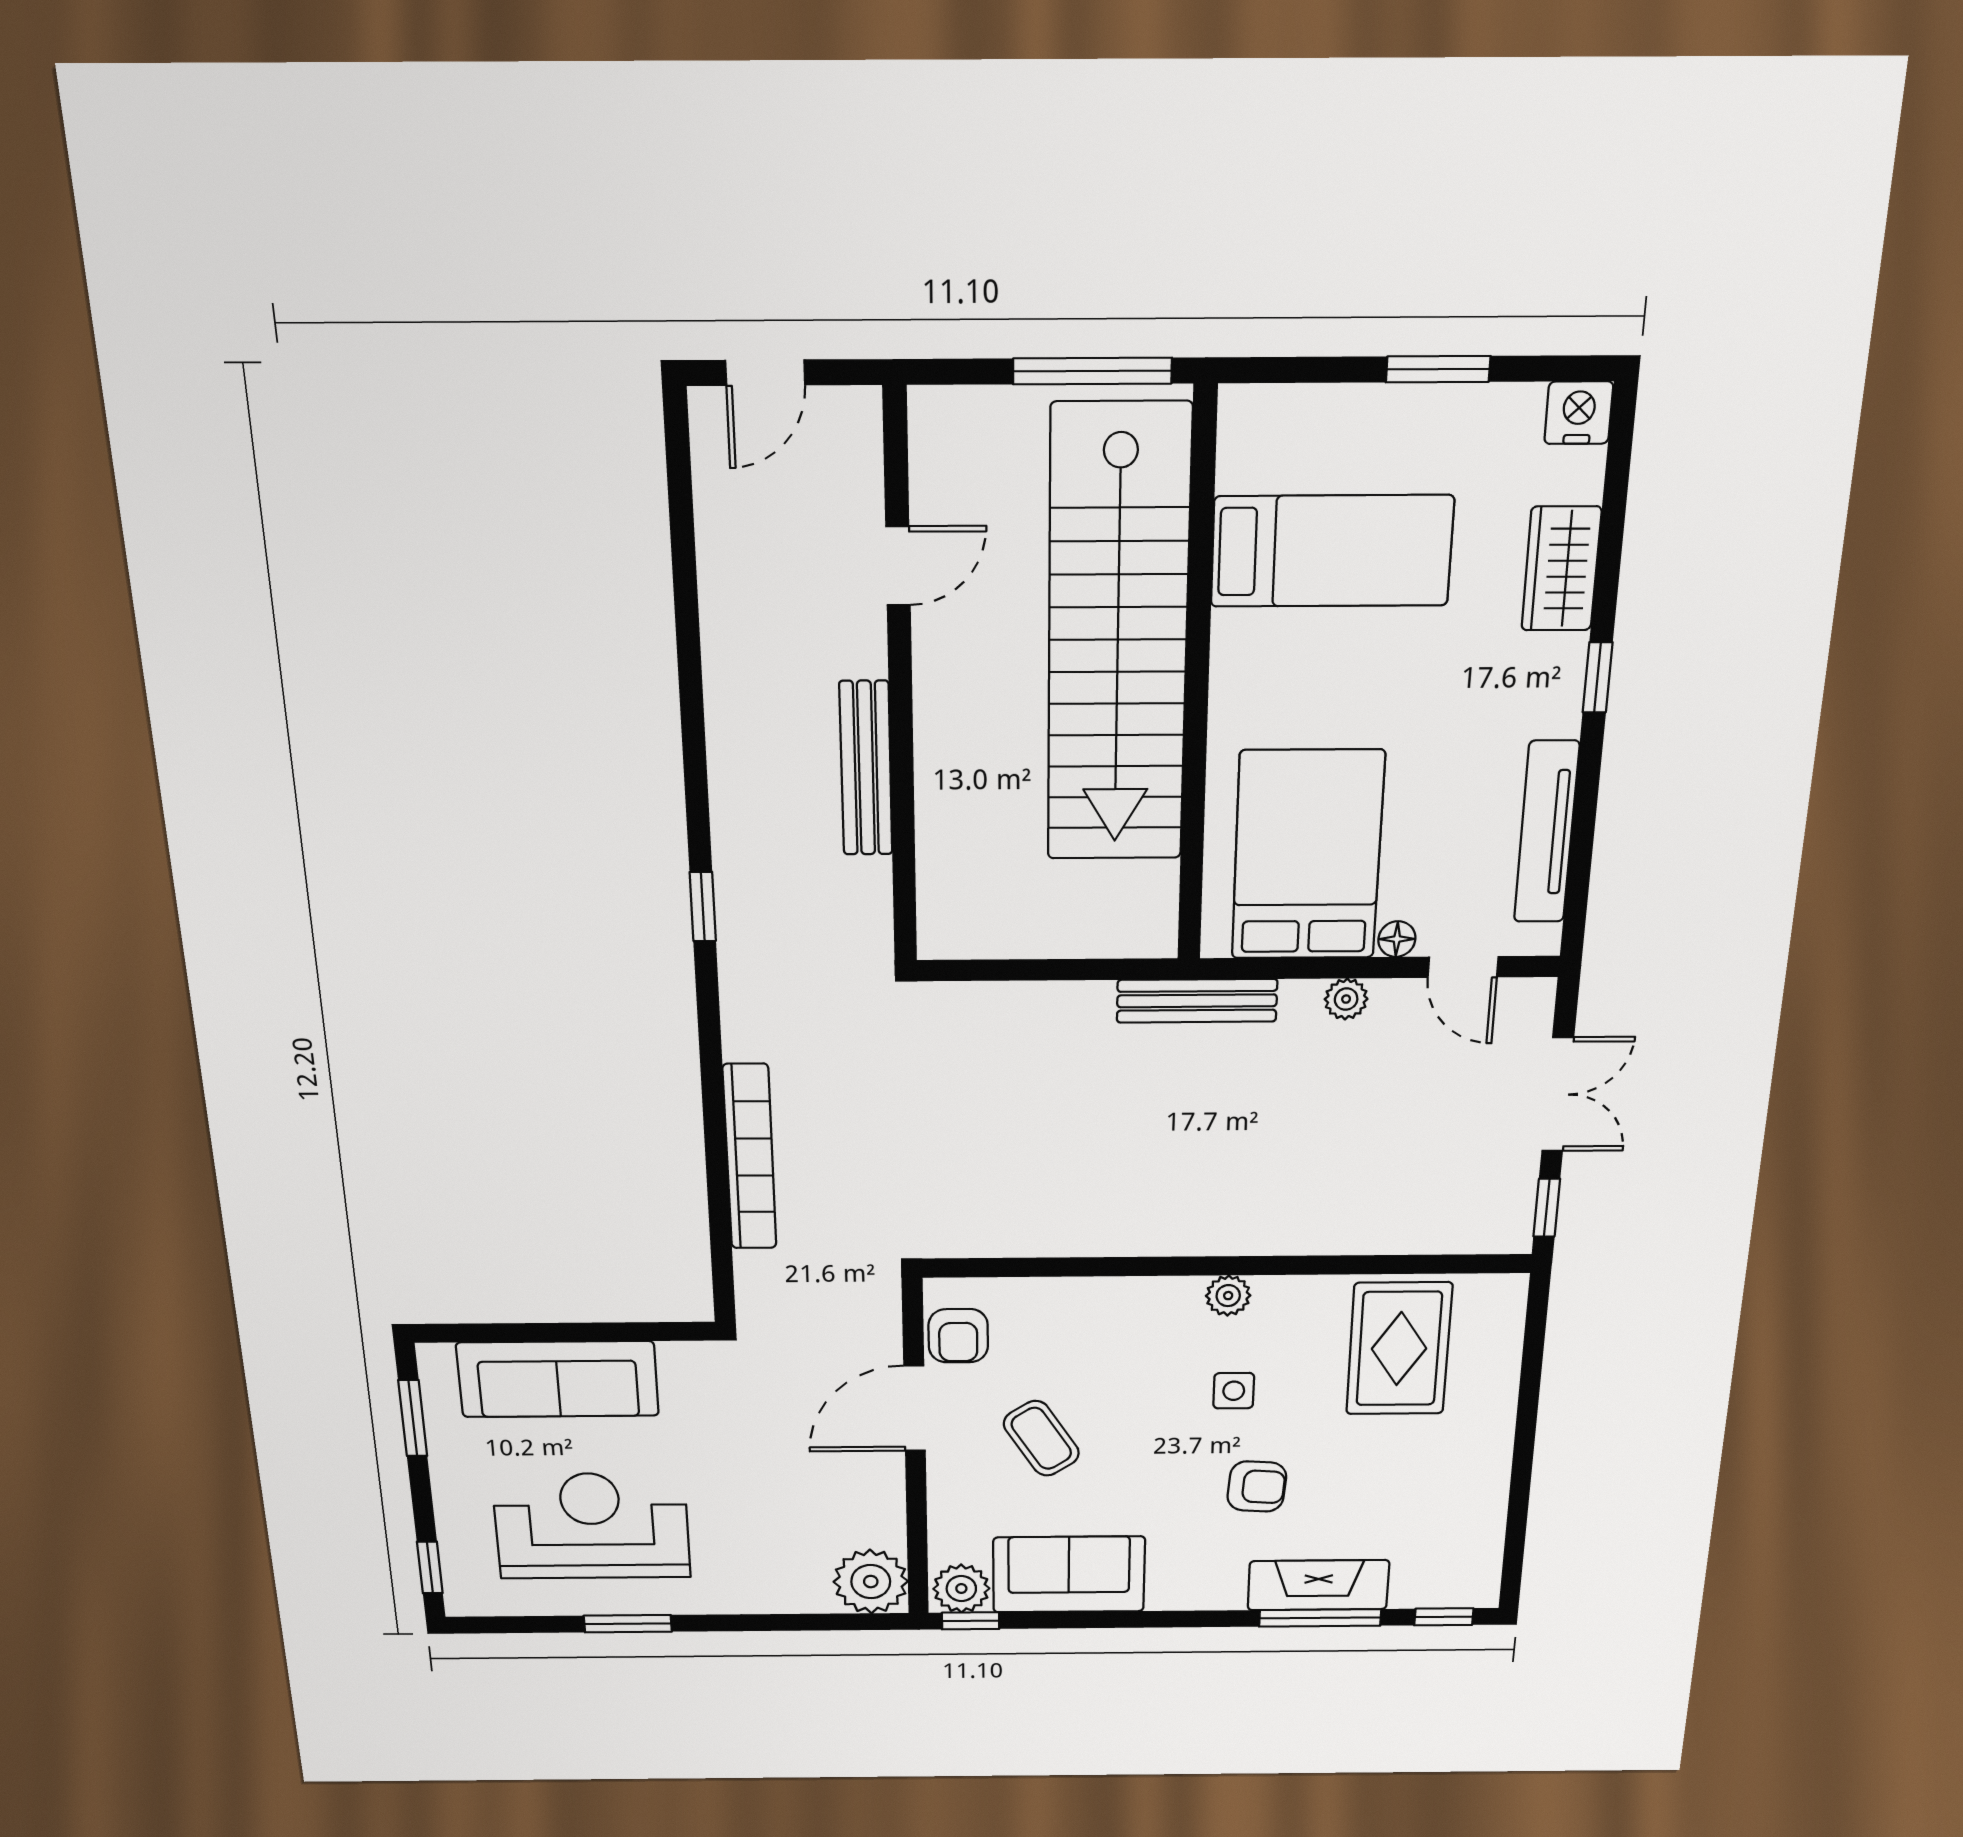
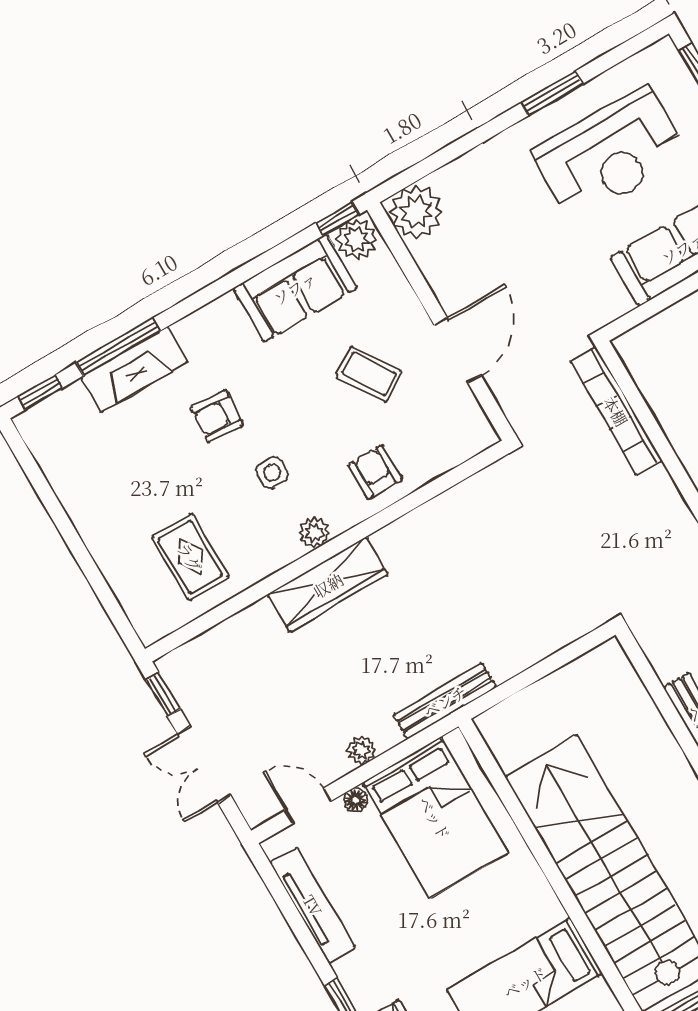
bookcase: (750, 1157) -> (616, 411), moved
wardrobe: (1253, 1226) -> (328, 585), added
armchair: (958, 1336) -> (375, 472), moved
rug: (1399, 1349) -> (190, 557), width x0.73, depth x0.70

